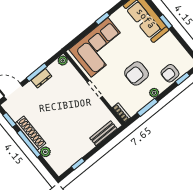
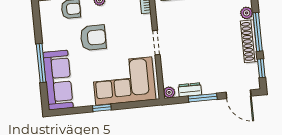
window: (166, 22) -> (41, 63), width x2.17
armchair: (137, 73) -> (93, 38), moved
dresser: (41, 78) -> (190, 90), moved

